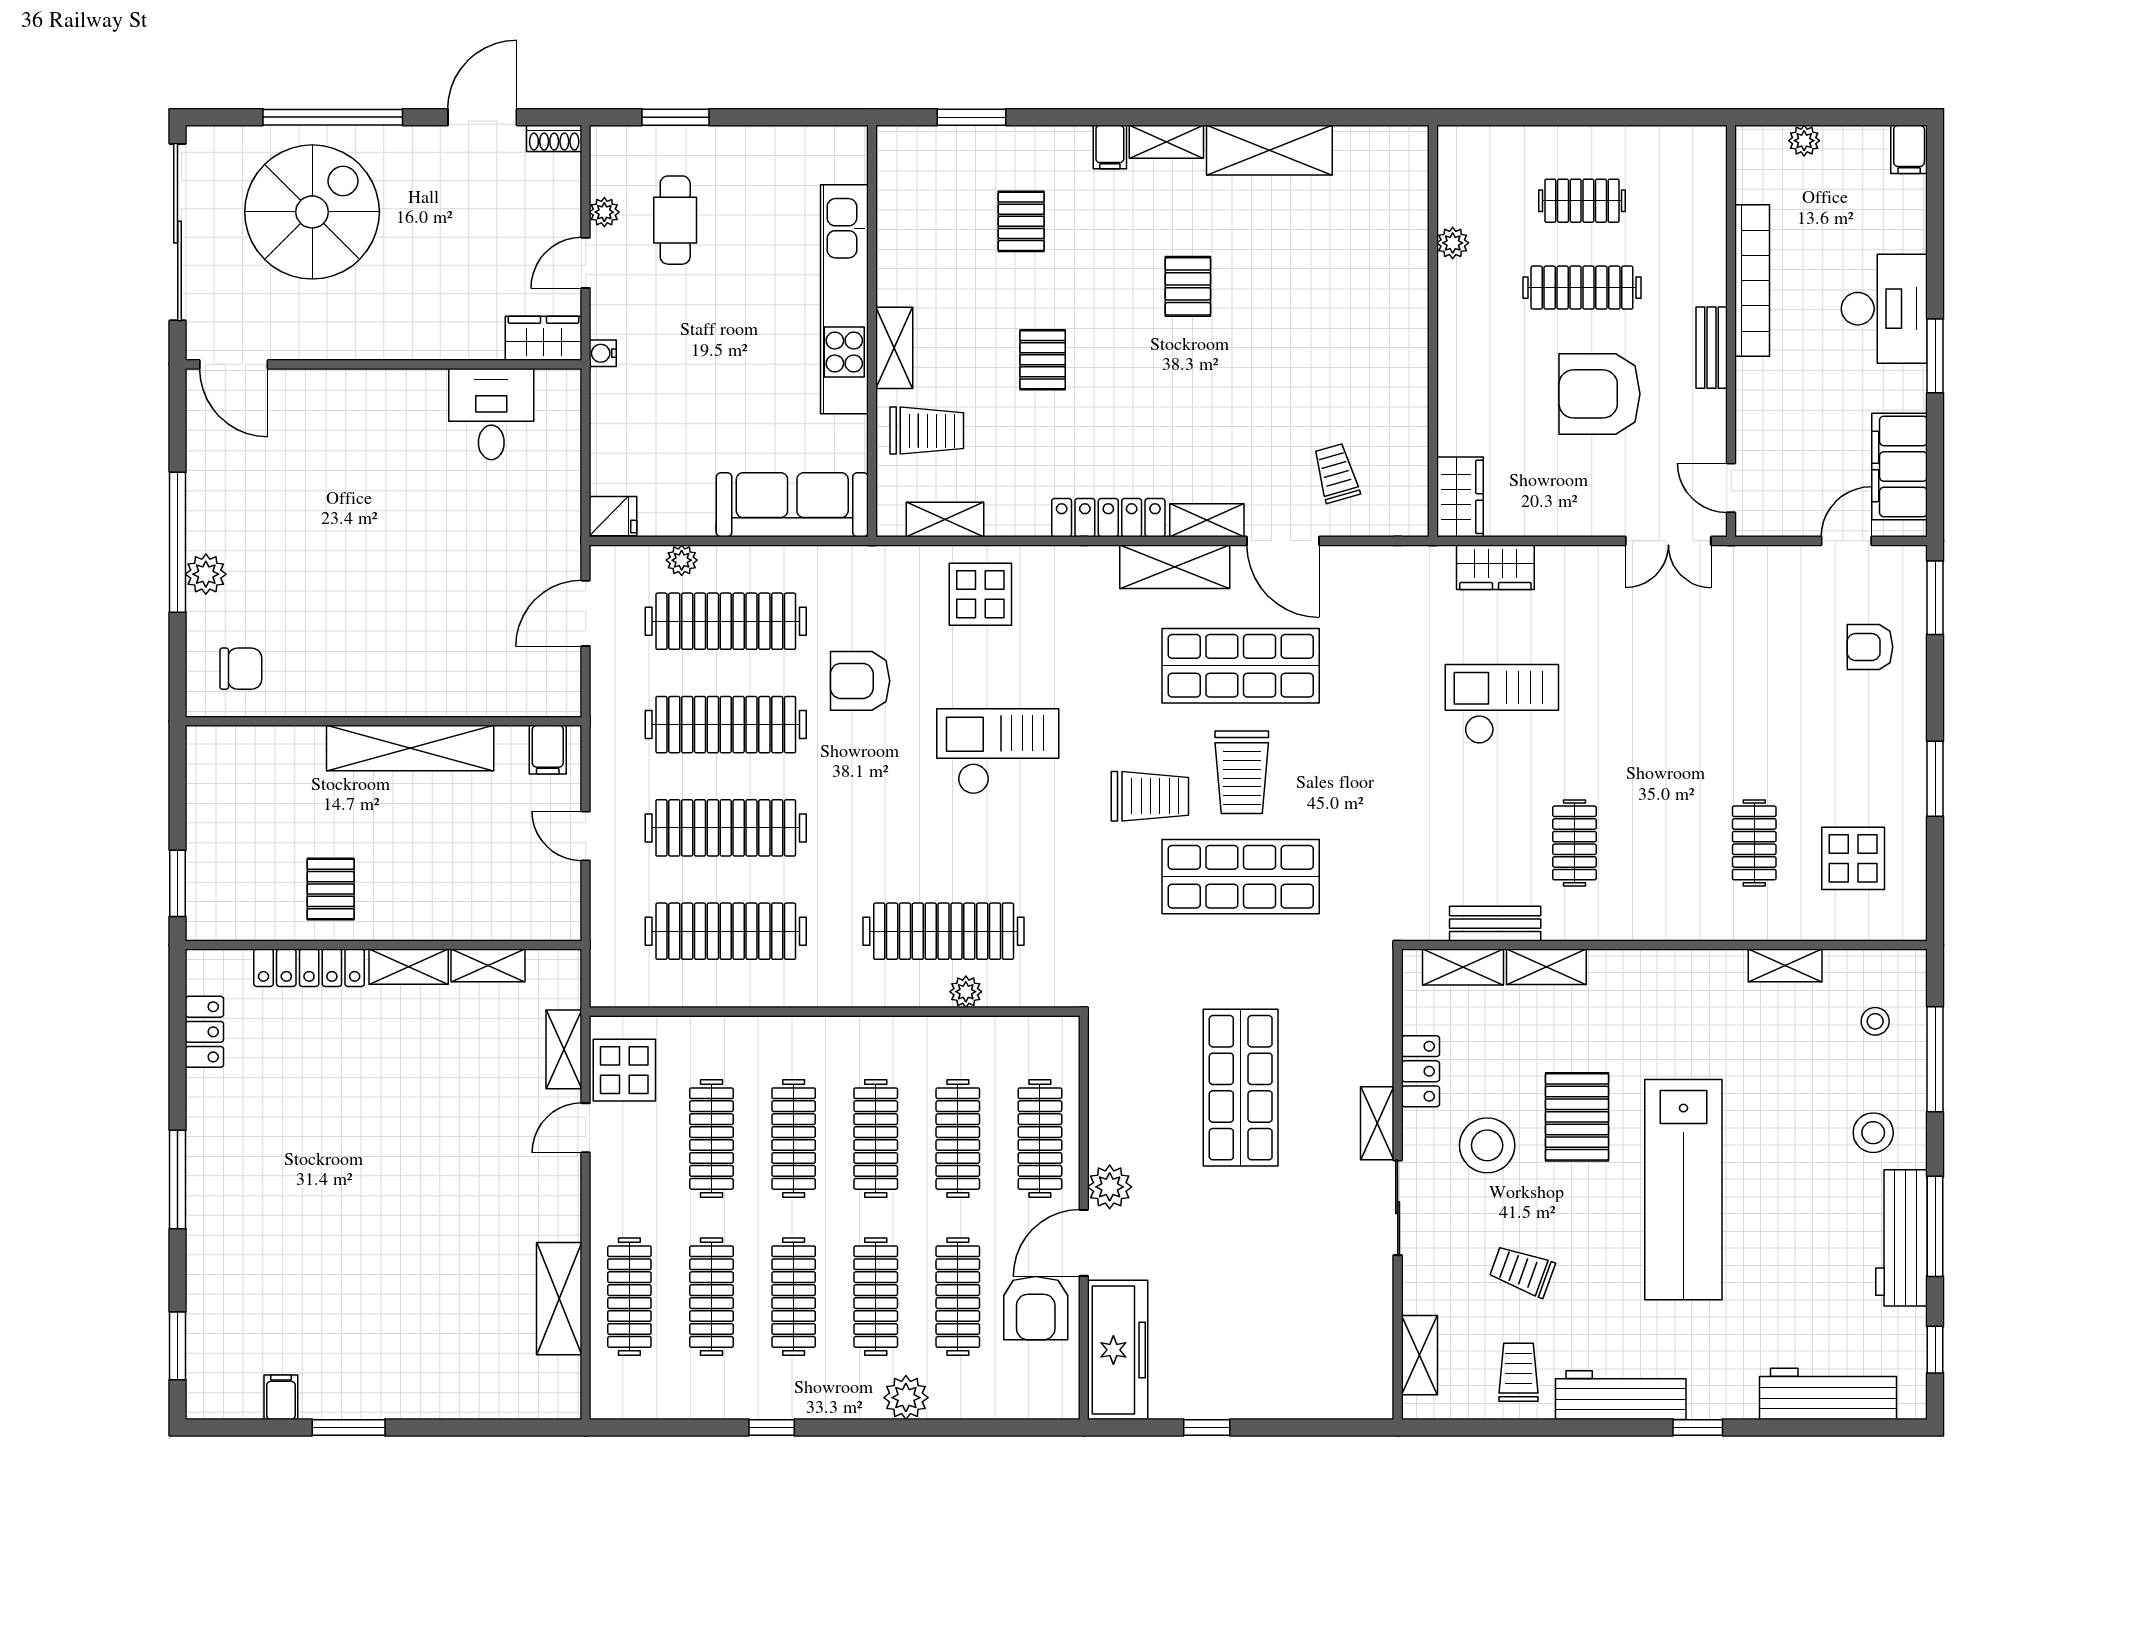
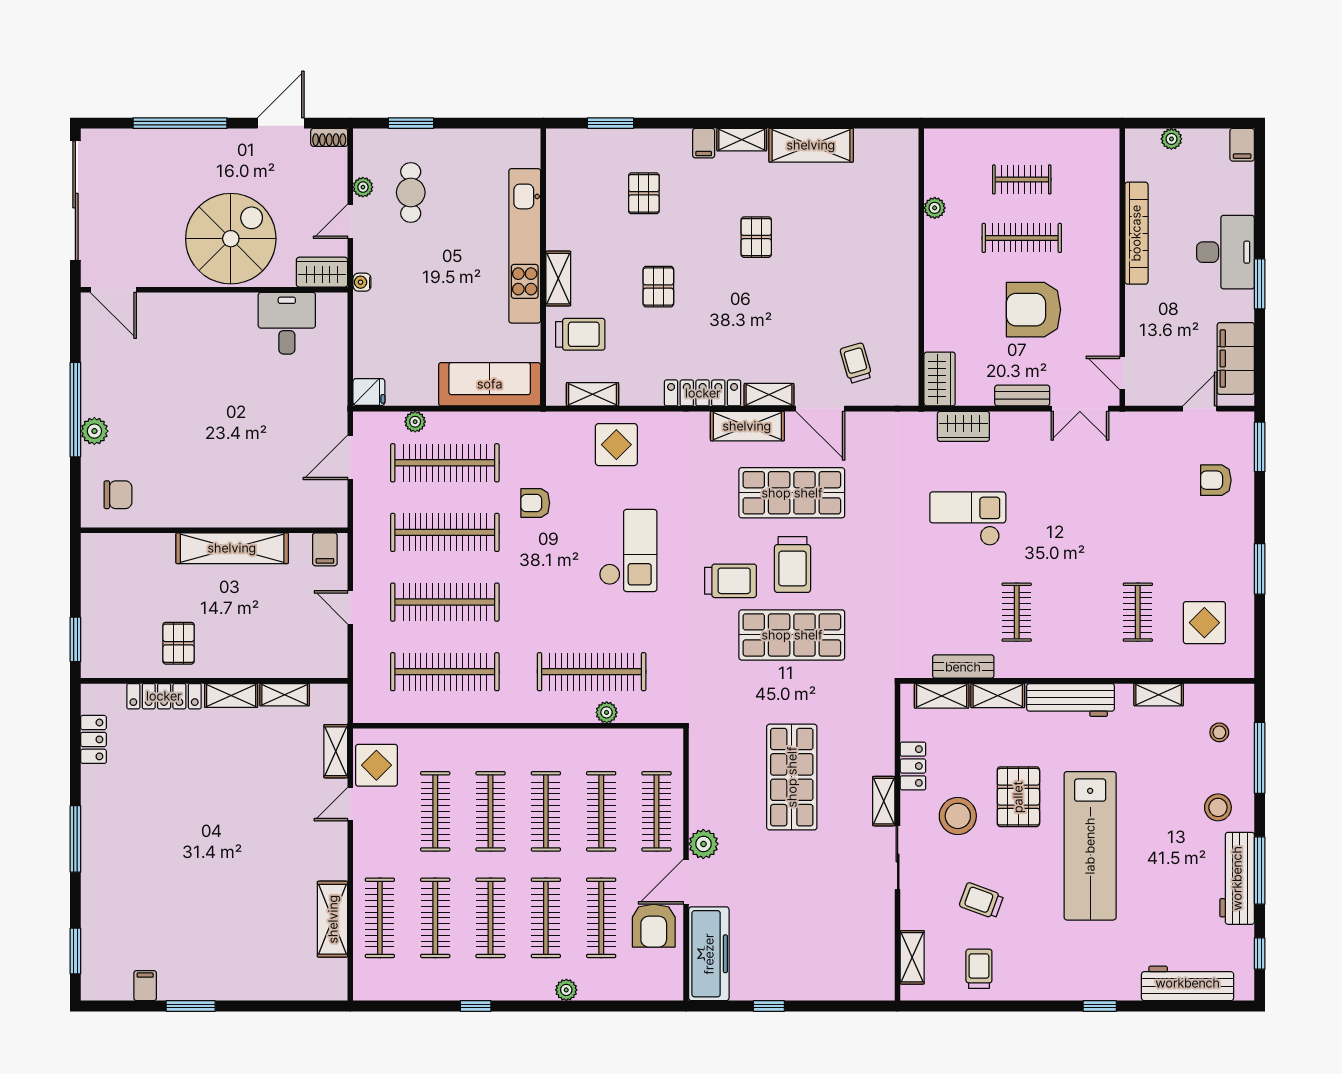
spiral stairs: (312, 212) -> (231, 239), moved
bench: (1712, 348) -> (1022, 395), moved, turned 90
armchair: (860, 681) -> (535, 503), width x0.72, depth x0.72
checkout: (998, 751) -> (628, 550), turned 90
workbench: (1621, 1395) -> (1071, 700), moved, turned 180
plant: (906, 1398) -> (566, 990), width x0.73, depth x0.73

